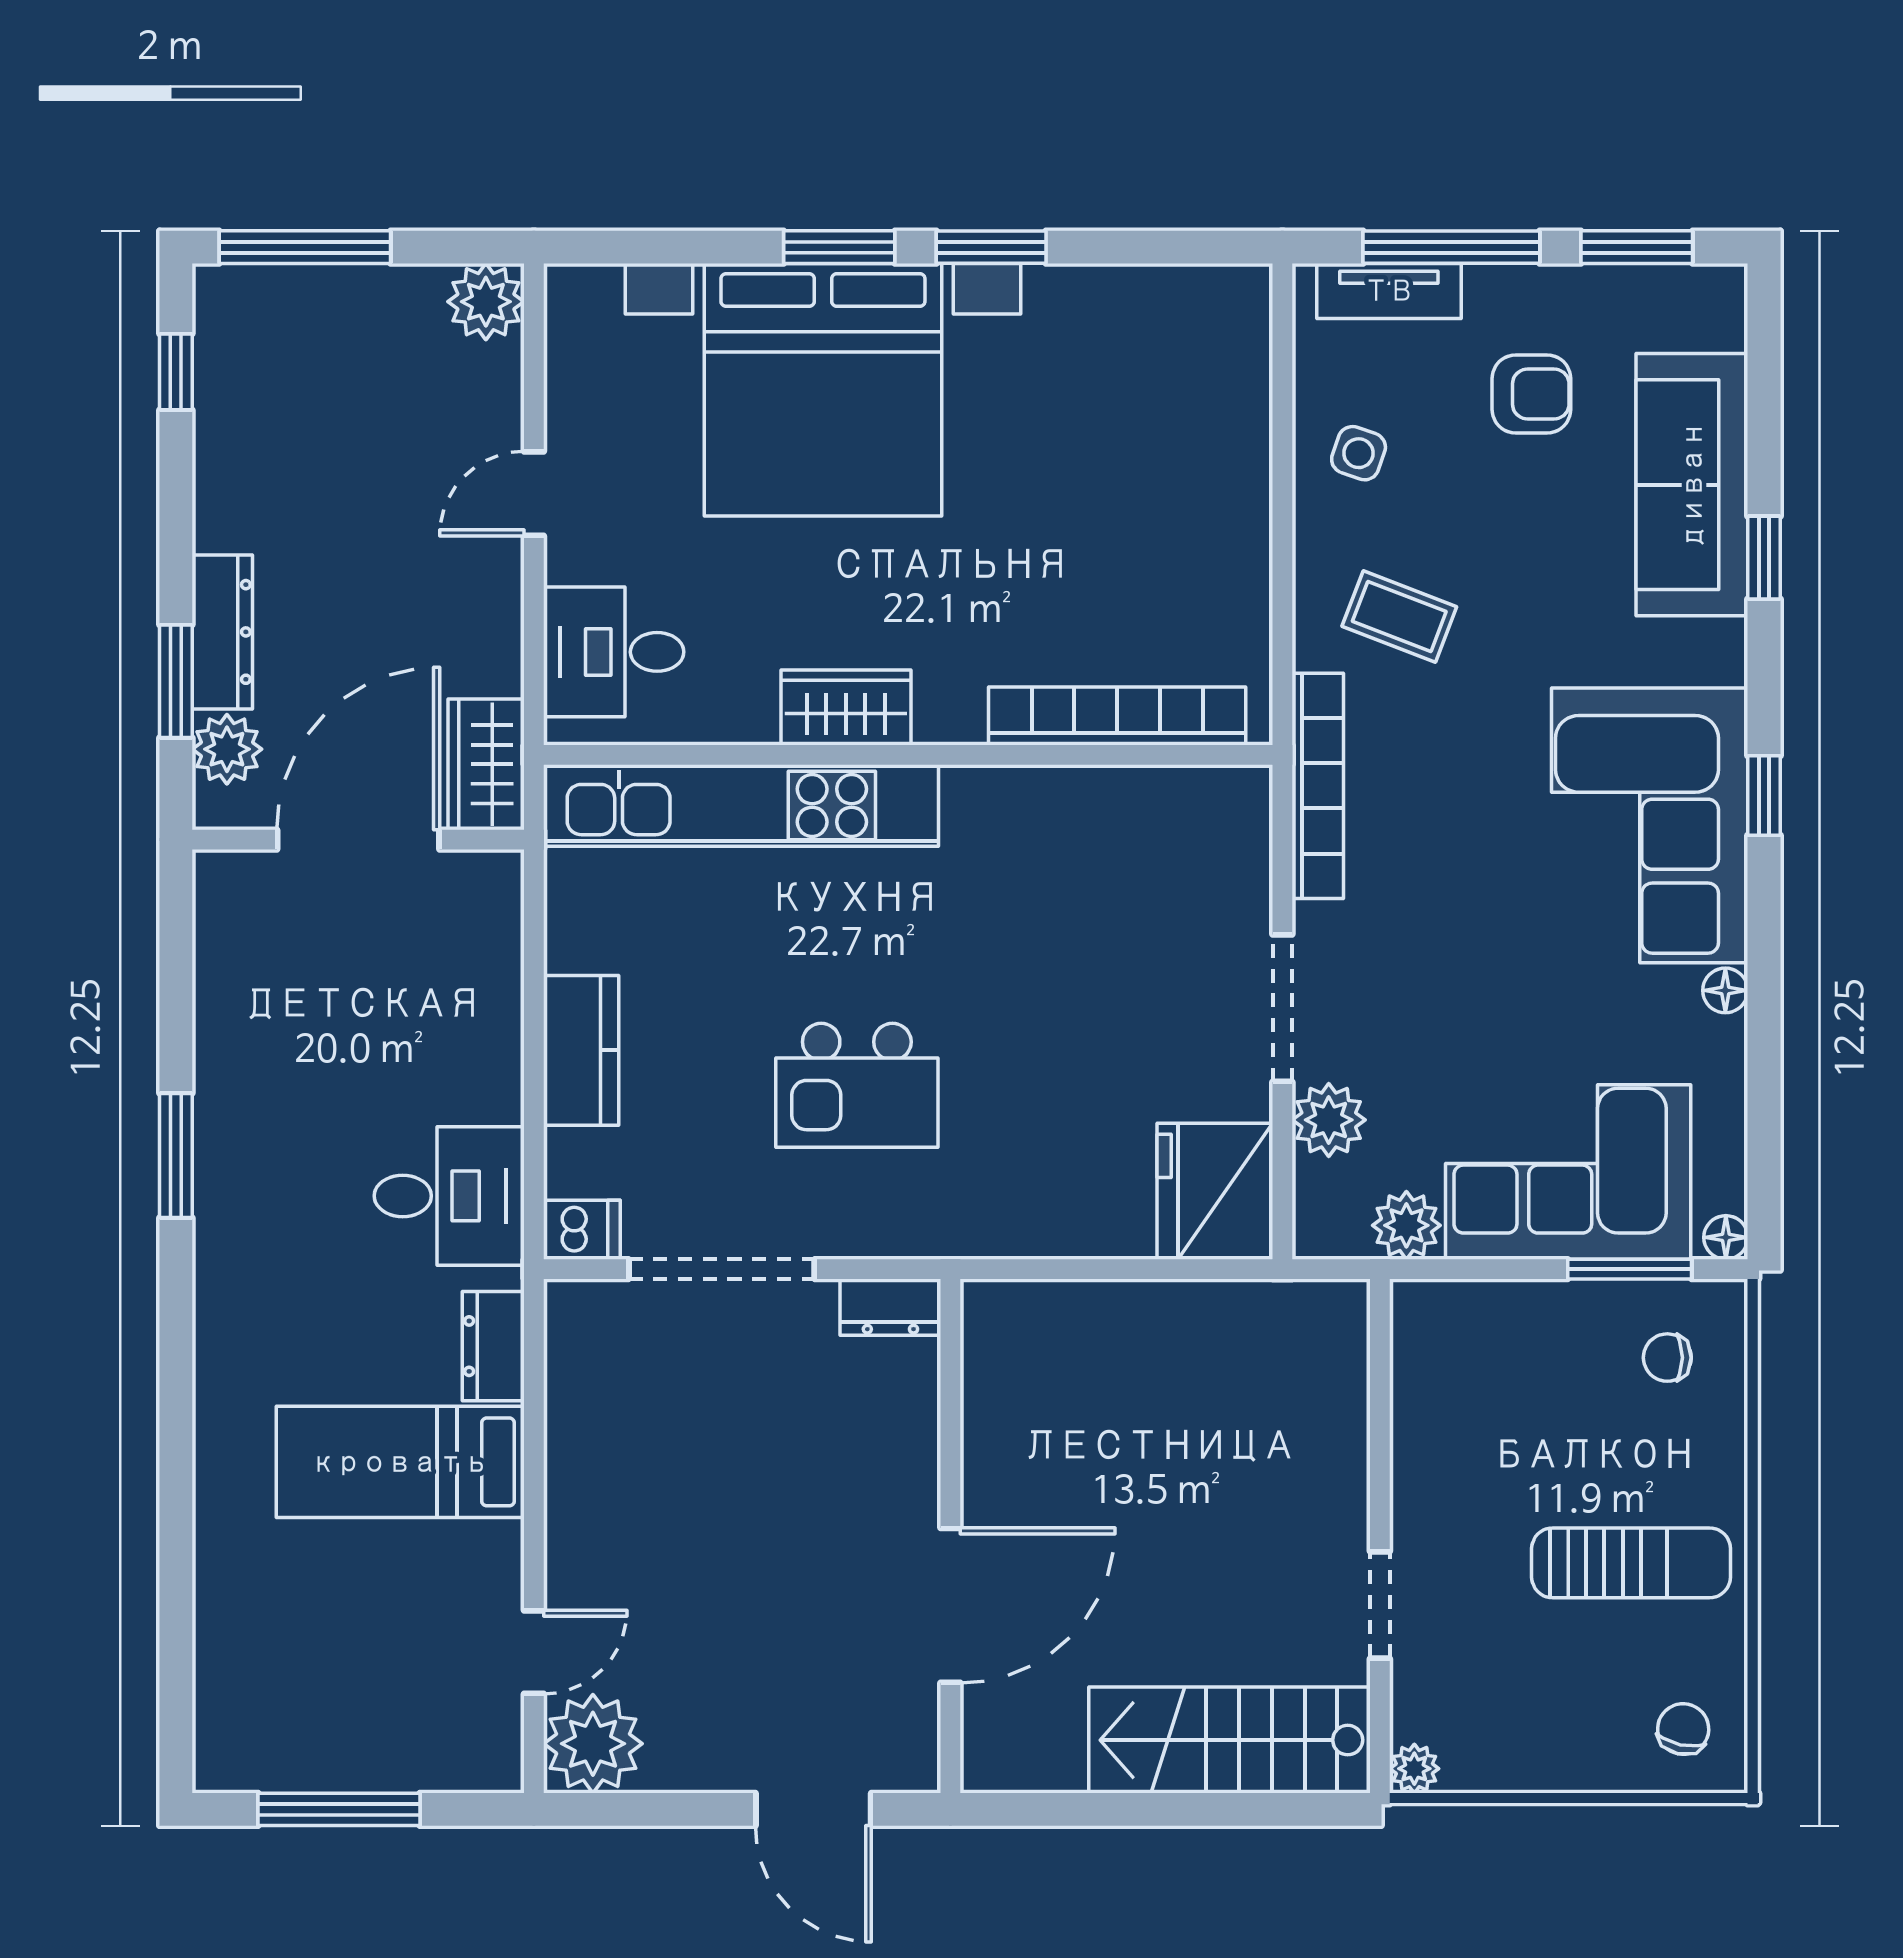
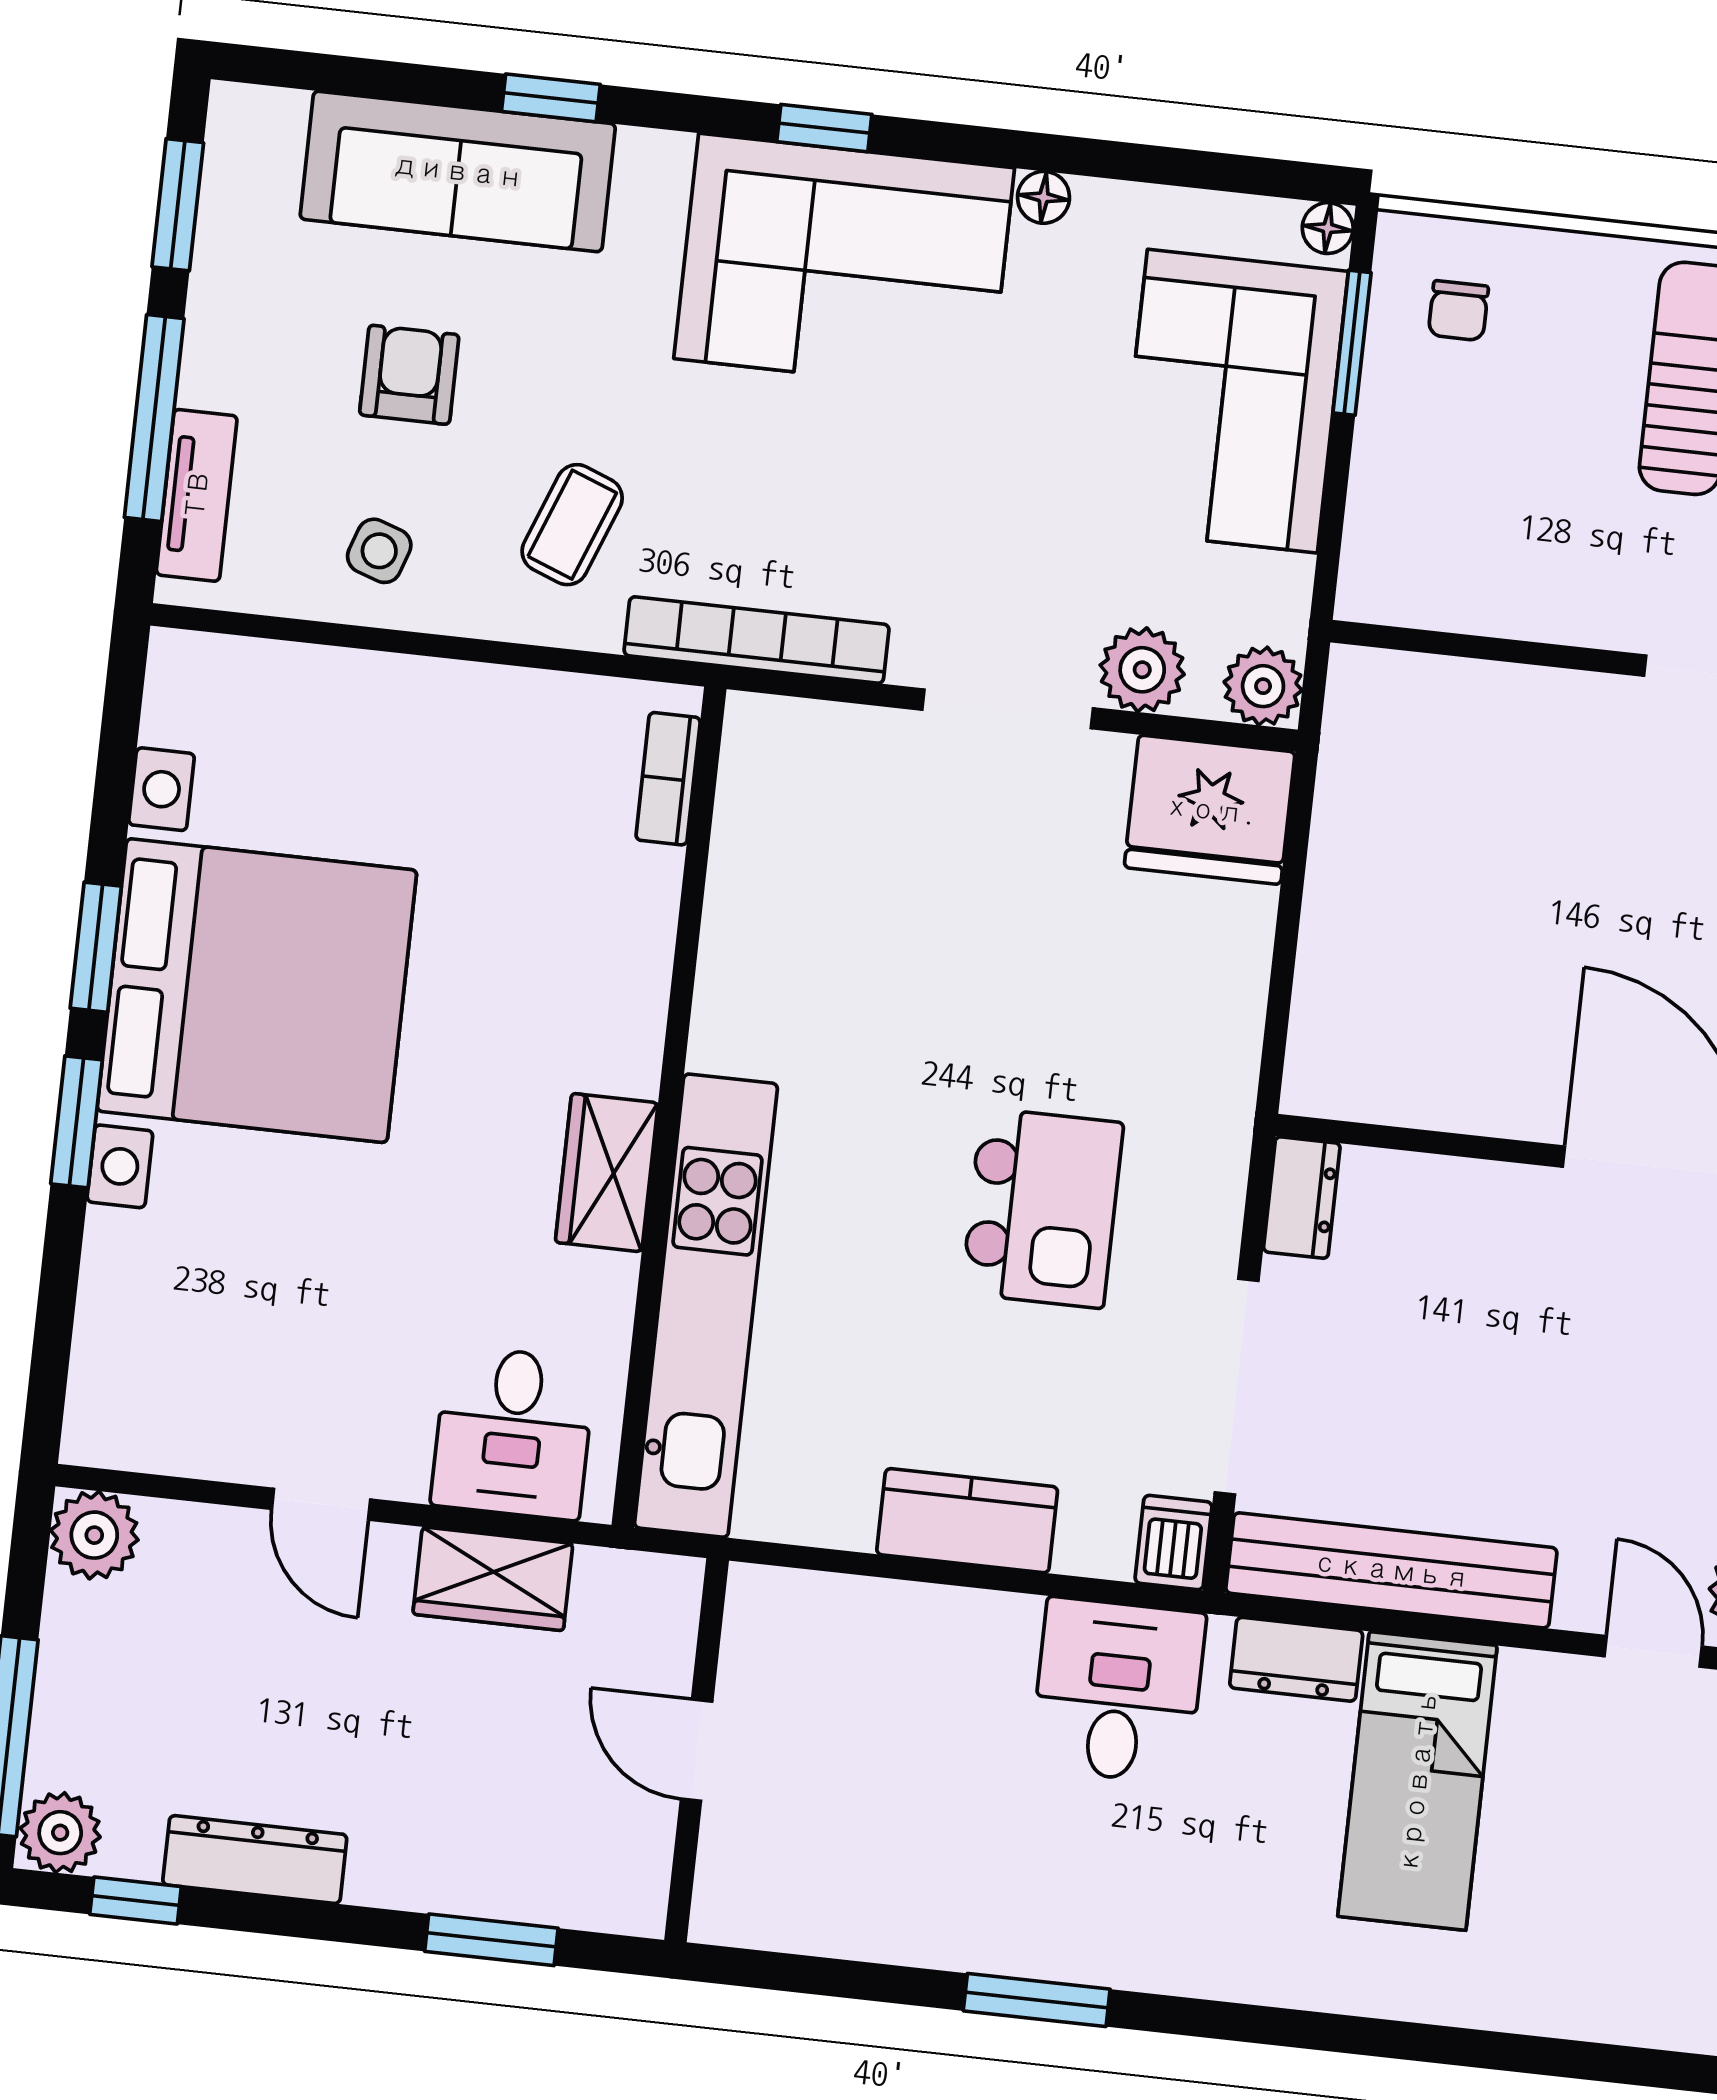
bed with nightstands: (823, 390) -> (257, 991), moved
armchair: (1531, 394) -> (409, 375), moved
dresser: (222, 632) -> (255, 1860), moved
bookcase: (1117, 716) -> (668, 779), width x0.43, depth x0.76
plant: (227, 749) -> (60, 1833), moved
wardrobe: (486, 764) -> (493, 1579), moved
door: (358, 840) -> (697, 1750), width x0.53
plant: (1406, 1225) -> (1263, 686), moved
bench: (579, 1419) -> (1391, 1570), added

